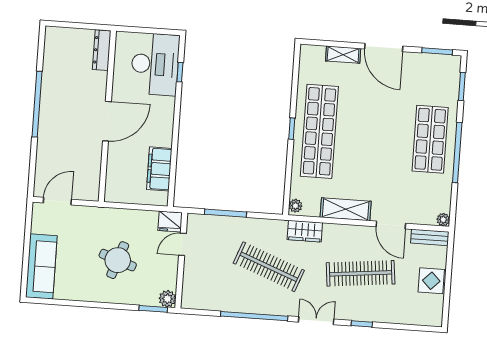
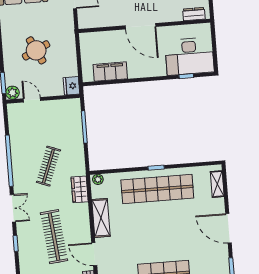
door: (384, 47) -> (228, 228), hinge flipped
dresser: (102, 50) -> (194, 14), width x0.70
shelving: (343, 55) -> (217, 184), moved
door: (391, 225) -> (94, 254), hinge flipped
door: (182, 244) -> (32, 100), moved
round table: (118, 260) -> (36, 50), turned 45
clothes rail: (269, 267) -> (48, 166), width x0.73, depth x0.76

